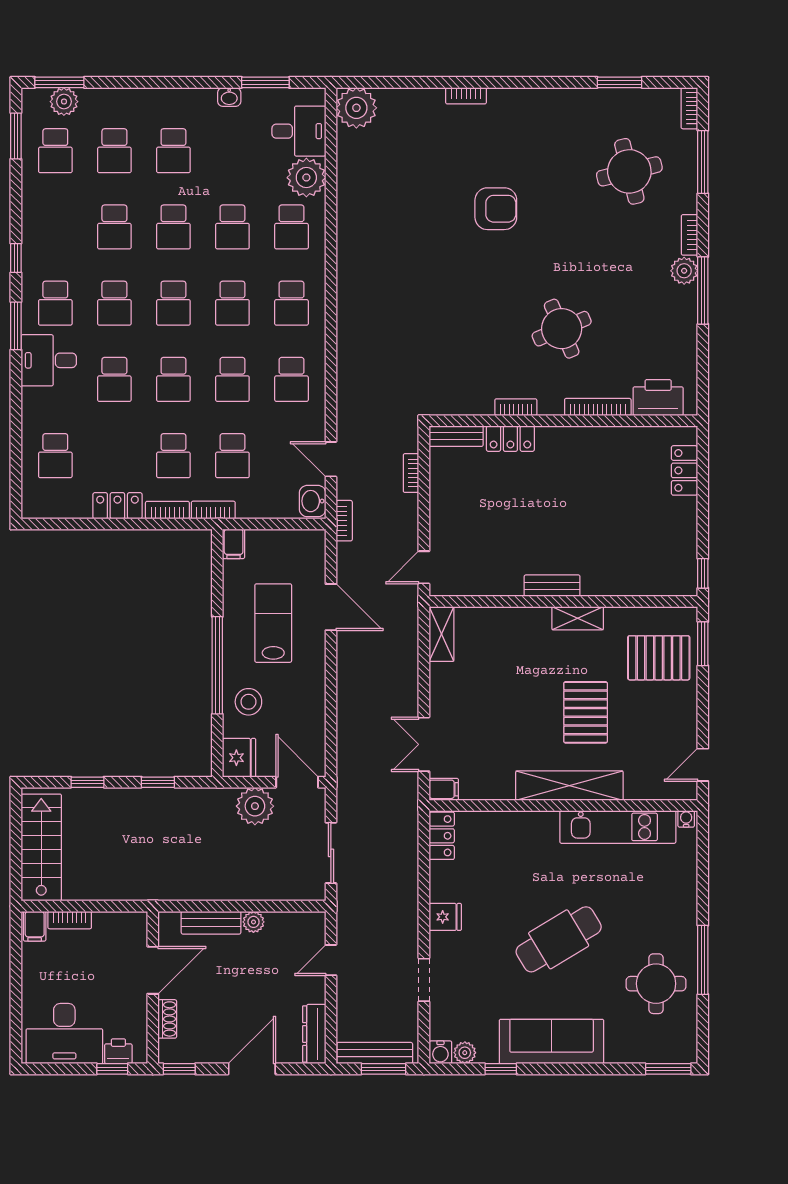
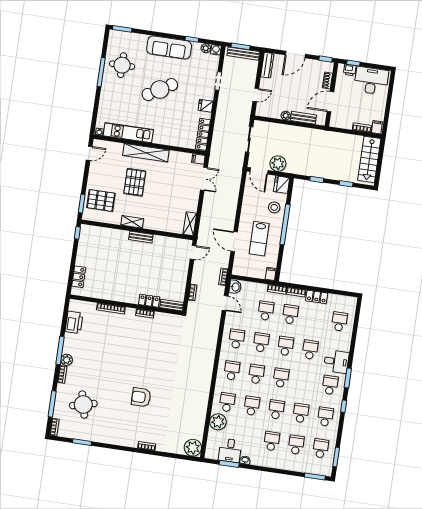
plant: (64, 102) -> (314, 468), removed
desk: (299, 131) -> (230, 450), moved, turned -90
school desk: (114, 303) -> (325, 417), moved
round table: (562, 329) -> (121, 343), removed
printer: (658, 398) -> (74, 322), moved, turned -90
locker: (442, 836) -> (203, 134), width x1.53

